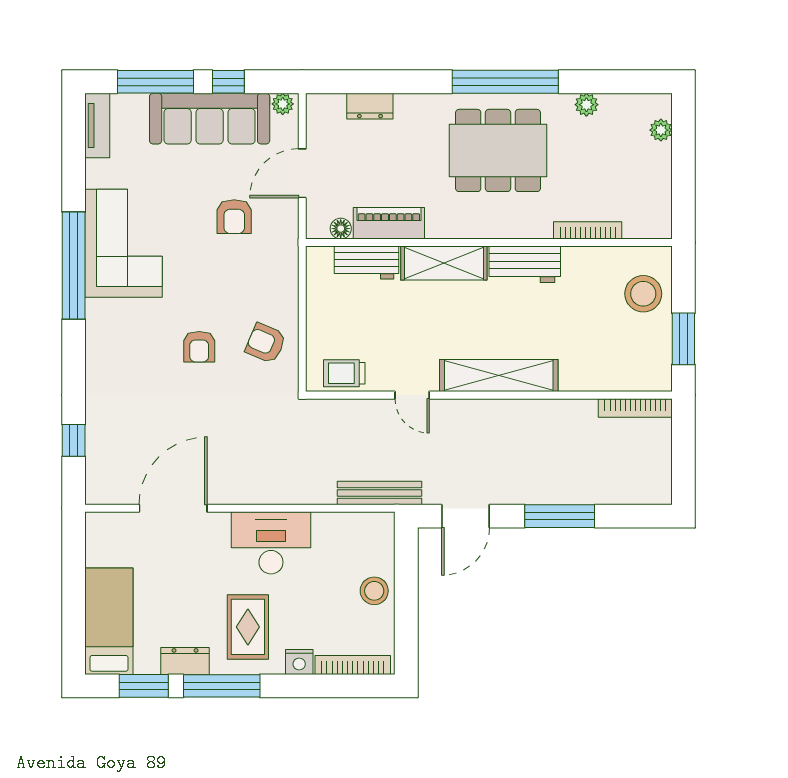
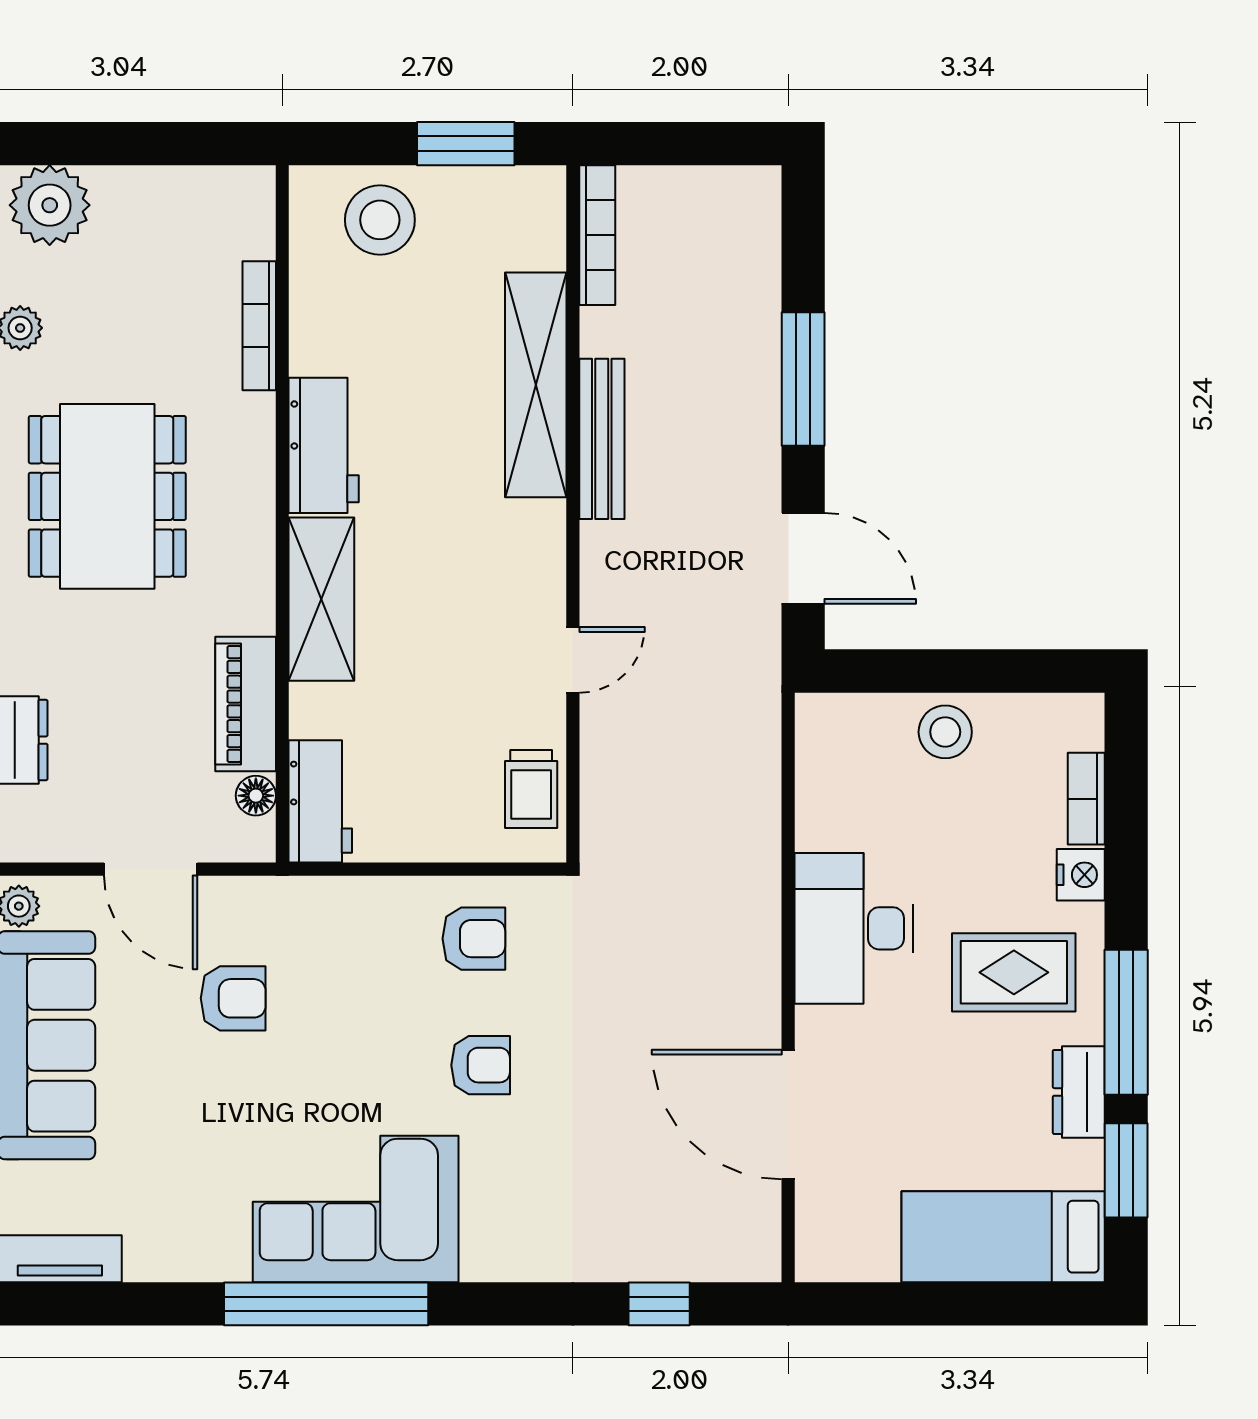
plant: (661, 130) -> (50, 205), width x1.87, depth x1.87
corner sofa: (124, 243) -> (356, 1209), moved
workbench: (367, 262) -> (320, 801), moved
armchair: (266, 343) -> (474, 939), turned -113
shelving: (499, 376) -> (536, 385), moved
bench: (380, 493) -> (602, 439), moved
bookcase: (353, 665) -> (1086, 799), width x0.64

